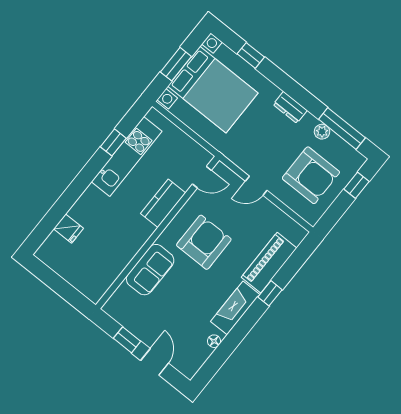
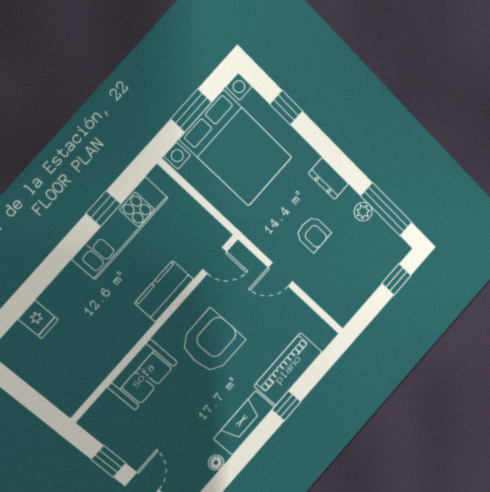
armchair: (311, 175) -> (313, 234), moved, width x0.53, depth x0.53

